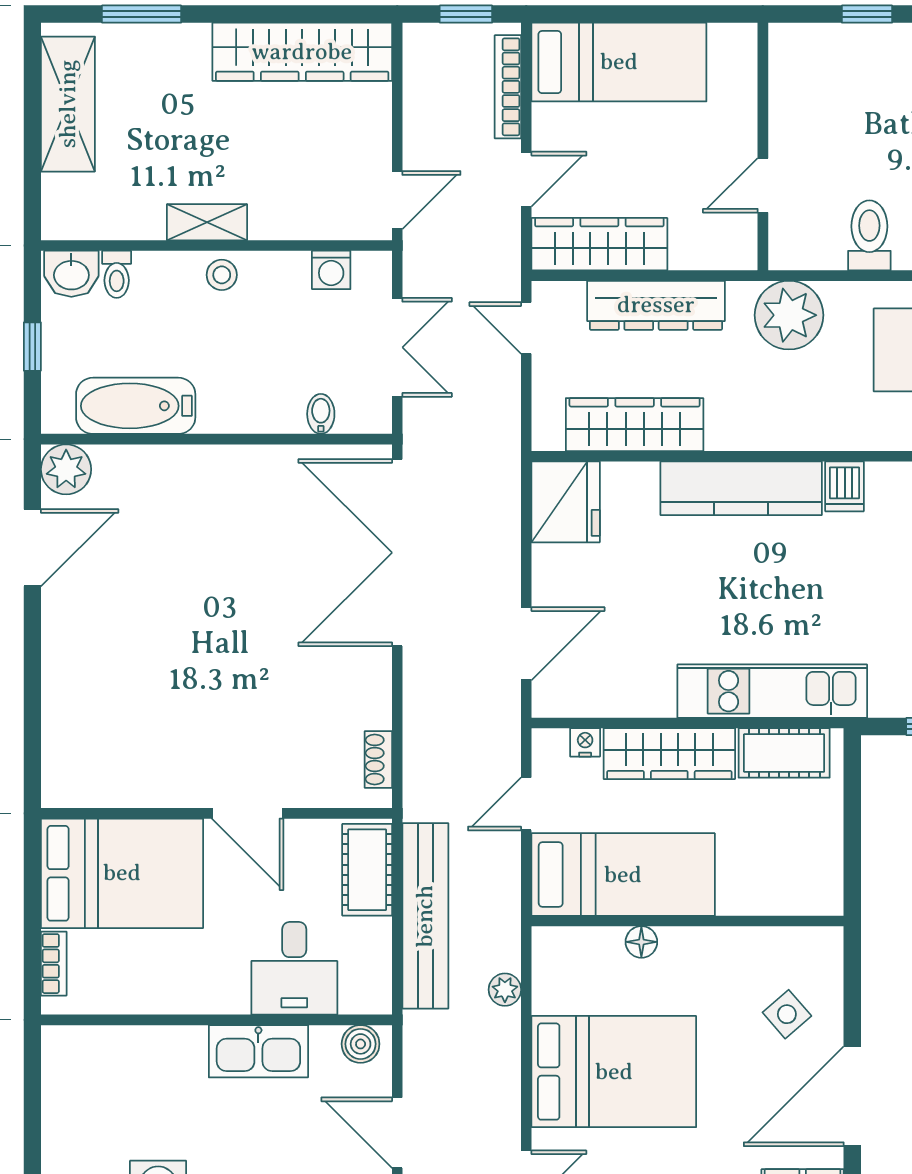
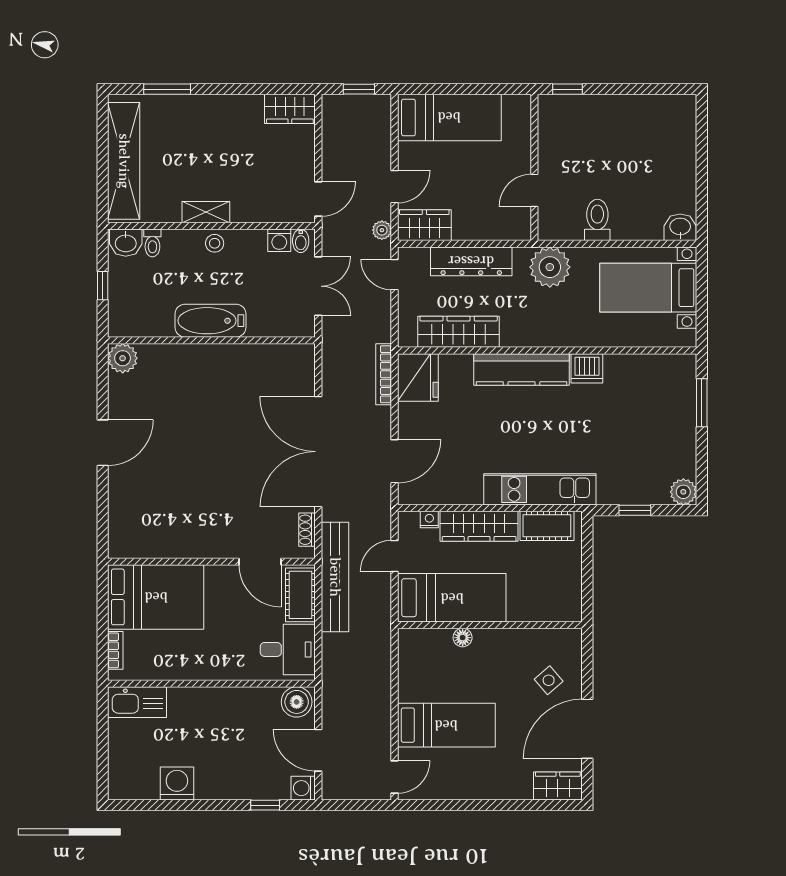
window: (867, 14) -> (567, 89), moved
wardrobe: (302, 52) -> (290, 109), width x0.48, depth x0.85
bookcase: (508, 87) -> (384, 374), moved
shelving: (68, 104) -> (124, 161), width x1.47
wardrobe: (599, 244) -> (424, 225), width x0.67
bathtub: (136, 406) -> (211, 321), moved
bidet: (321, 414) -> (301, 241), moved, turned 180
dishwasher: (845, 486) -> (587, 368), width x1.38
door: (32, 548) -> (103, 443), moved
double door: (397, 553) -> (318, 452), moved
door: (248, 813) -> (260, 562), moved
bench: (425, 916) -> (335, 577), moved
desk: (294, 968) -> (288, 649), moved, turned -90
plant: (505, 990) -> (382, 230), moved
boiler: (361, 1044) -> (297, 702), width x1.36, depth x1.36
kitchen sink: (258, 1051) -> (137, 702), moved
bed: (614, 1072) -> (446, 725), width x0.67

